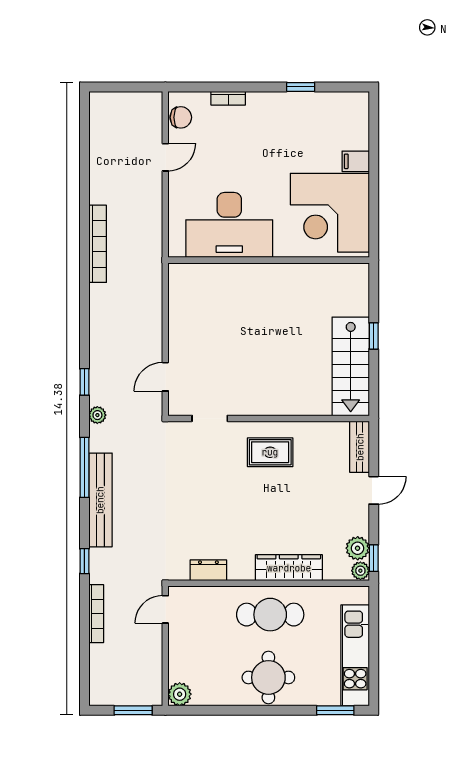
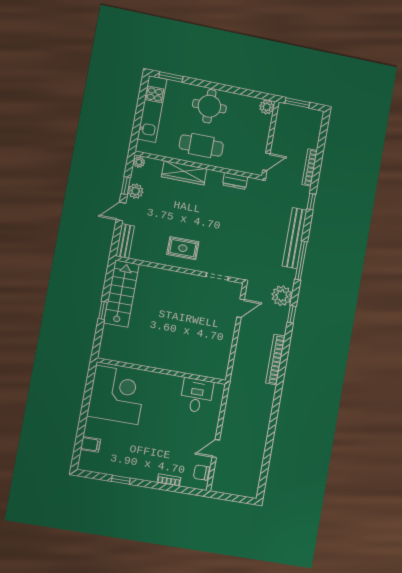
filing cabinet: (356, 161) -> (90, 444), moved
desk: (229, 225) -> (197, 395), width x0.53, depth x0.77
bookcase: (98, 244) -> (275, 360), moved
plant: (97, 415) -> (282, 296), width x1.87, depth x1.87
plant: (358, 548) -> (135, 191), moved
window: (374, 558) -> (126, 186), moved

